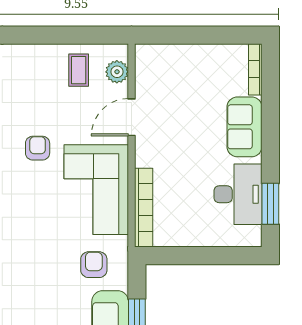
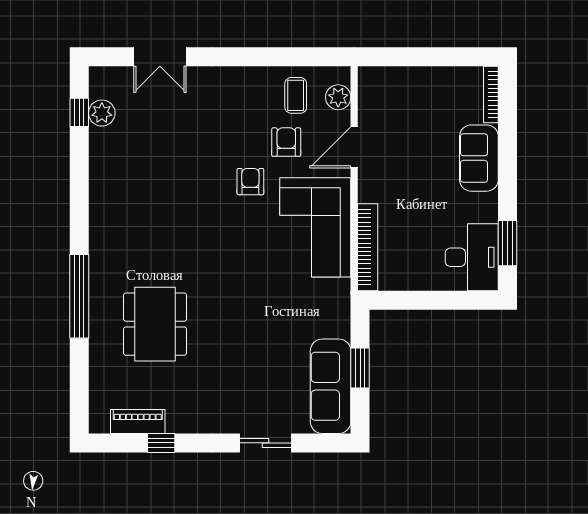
desk: (238, 194) -> (472, 257), moved
armchair: (94, 265) -> (286, 142), moved

